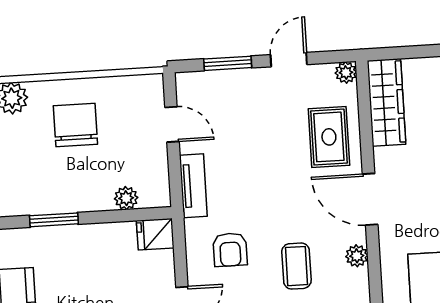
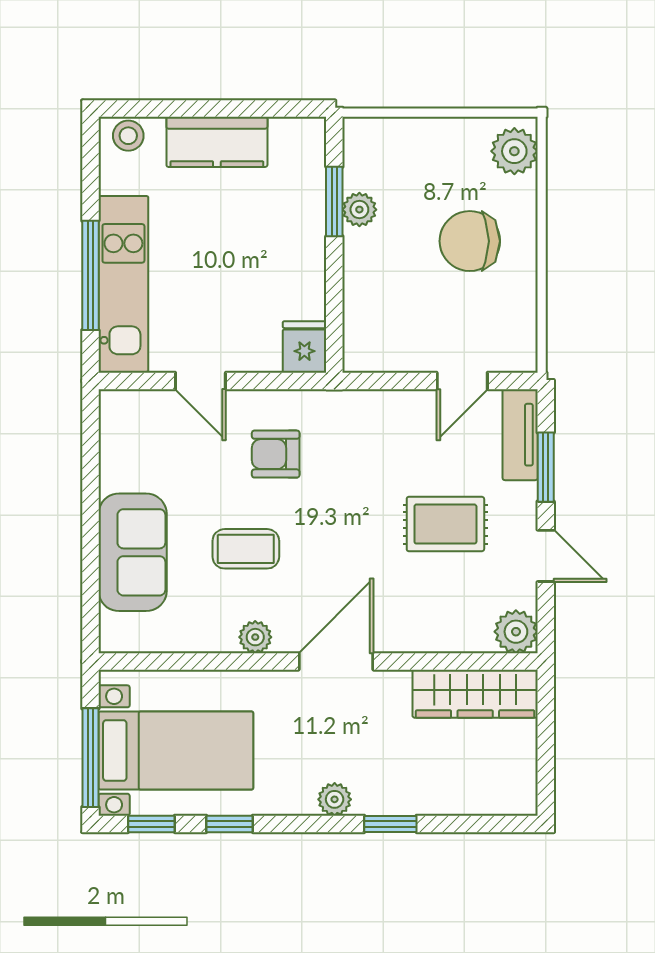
plant: (346, 73) -> (516, 632), width x1.38, depth x1.38
chair: (75, 125) -> (470, 241), turned 180
rug: (329, 137) -> (445, 524), moved
tv unit: (193, 186) -> (520, 435), moved, turned 90
plant: (126, 198) -> (359, 210), moved

